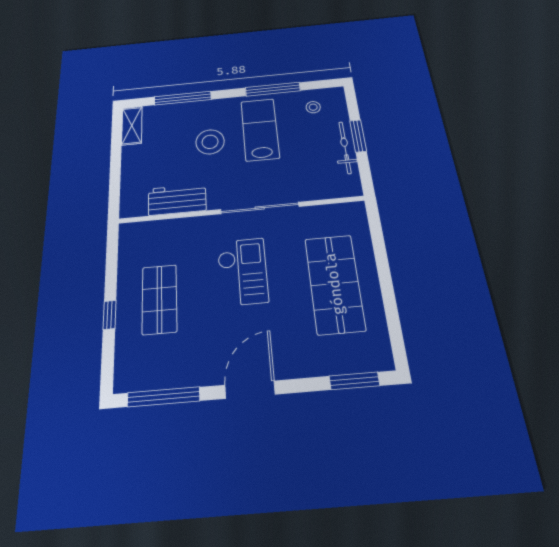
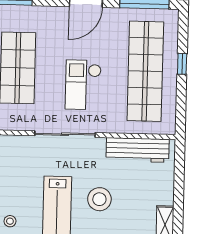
workbench: (177, 200) -> (138, 150), width x1.38
shop shelf: (159, 299) -> (145, 71), width x2.00, depth x1.36

